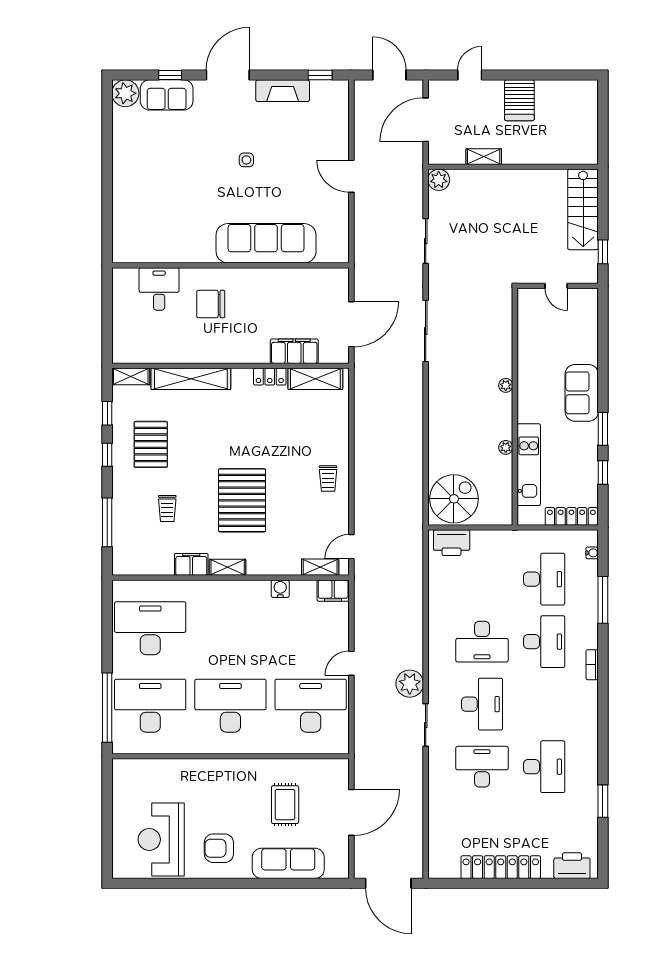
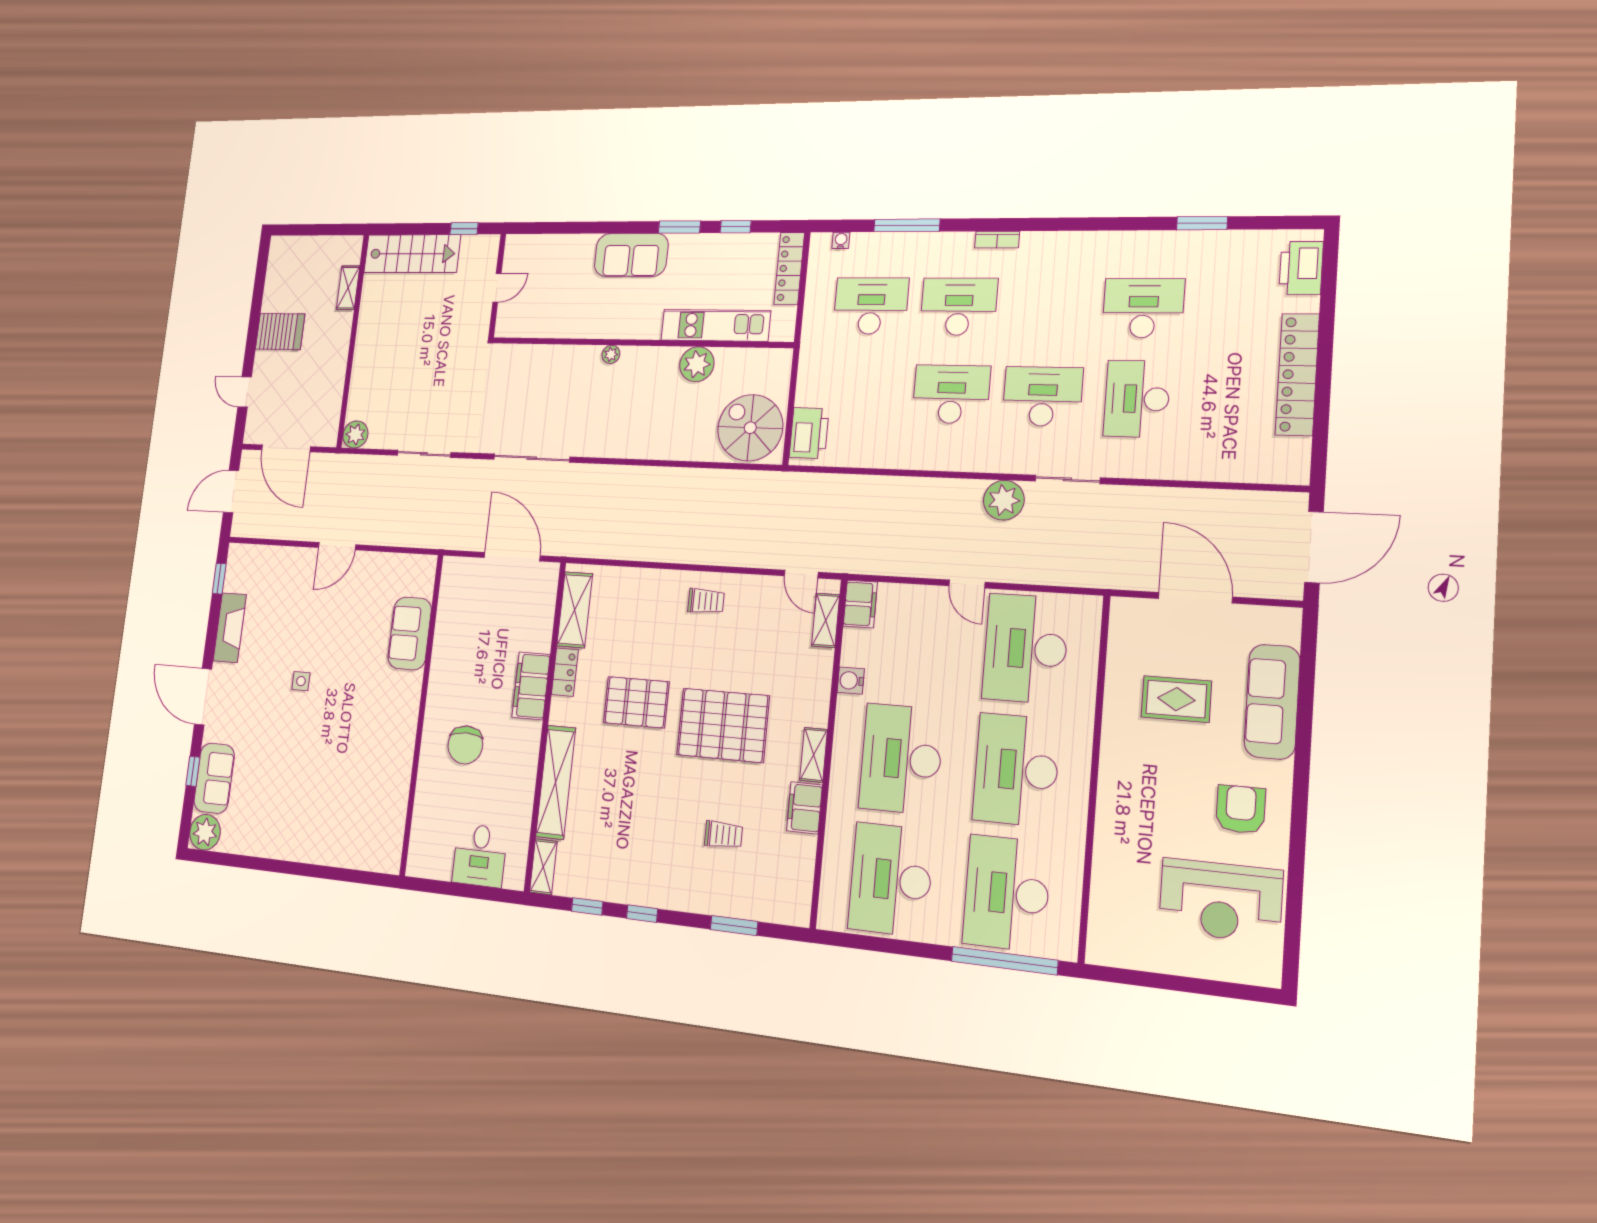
shelving: (484, 157) -> (348, 288), moved
sofa: (266, 243) -> (410, 633), width x0.54, depth x0.79
desk: (159, 289) -> (480, 855), moved, turned -90
filing cabinet: (294, 351) -> (531, 686), moved
pallet: (151, 444) -> (636, 702), moved
plant: (506, 447) -> (697, 364), width x1.88, depth x1.88
window: (107, 522) -> (734, 926), width x0.69
desk: (230, 628) -> (901, 759), added
desk: (482, 642) -> (951, 394), turned -90
armchair: (219, 848) -> (1241, 809), turned 180

